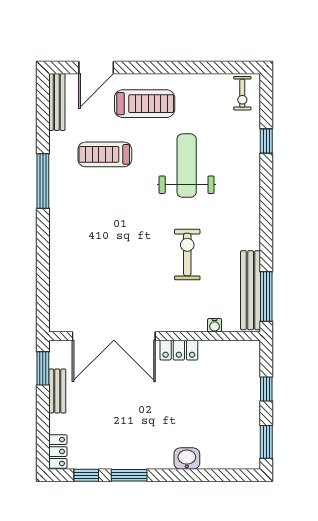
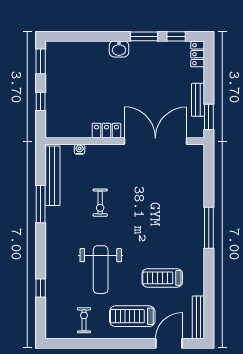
exercise bike: (242, 93) -> (84, 320), moved
treadmill: (105, 154) -> (162, 278), turned 180
window: (43, 181) -> (209, 228), moved
exercise bike: (187, 254) -> (100, 203), width x0.73, depth x0.72
window: (266, 297) -> (41, 204), moved
washbasin: (187, 459) -> (119, 49), moved

